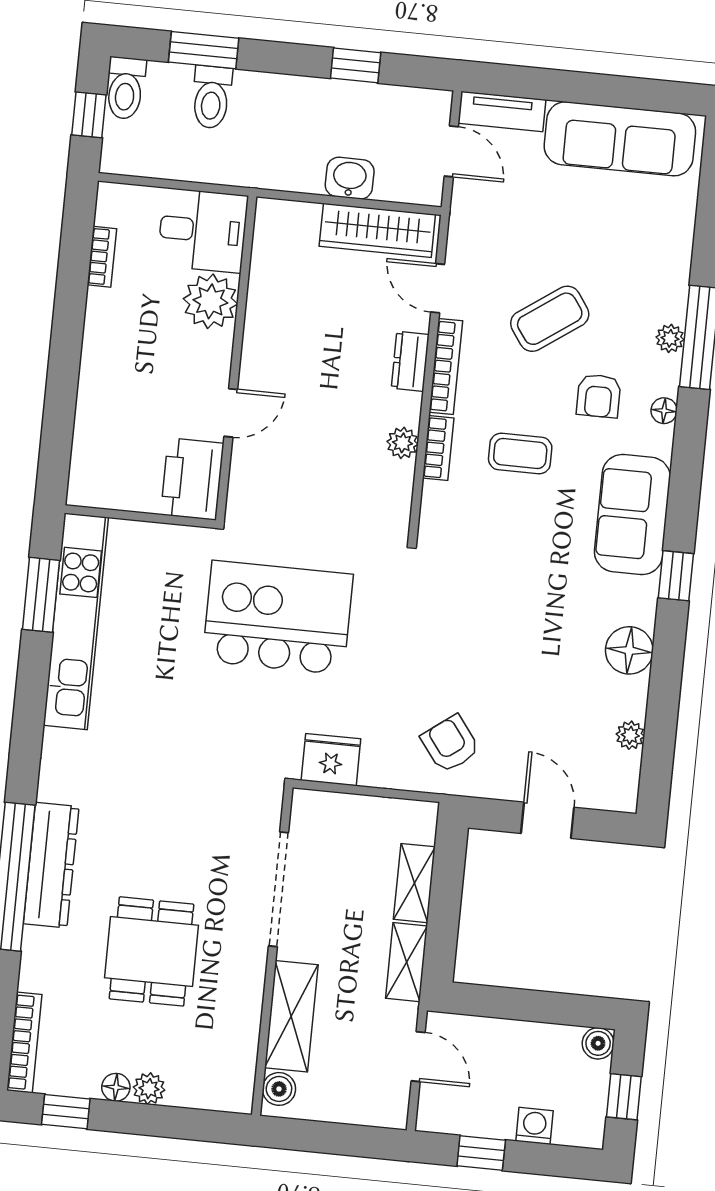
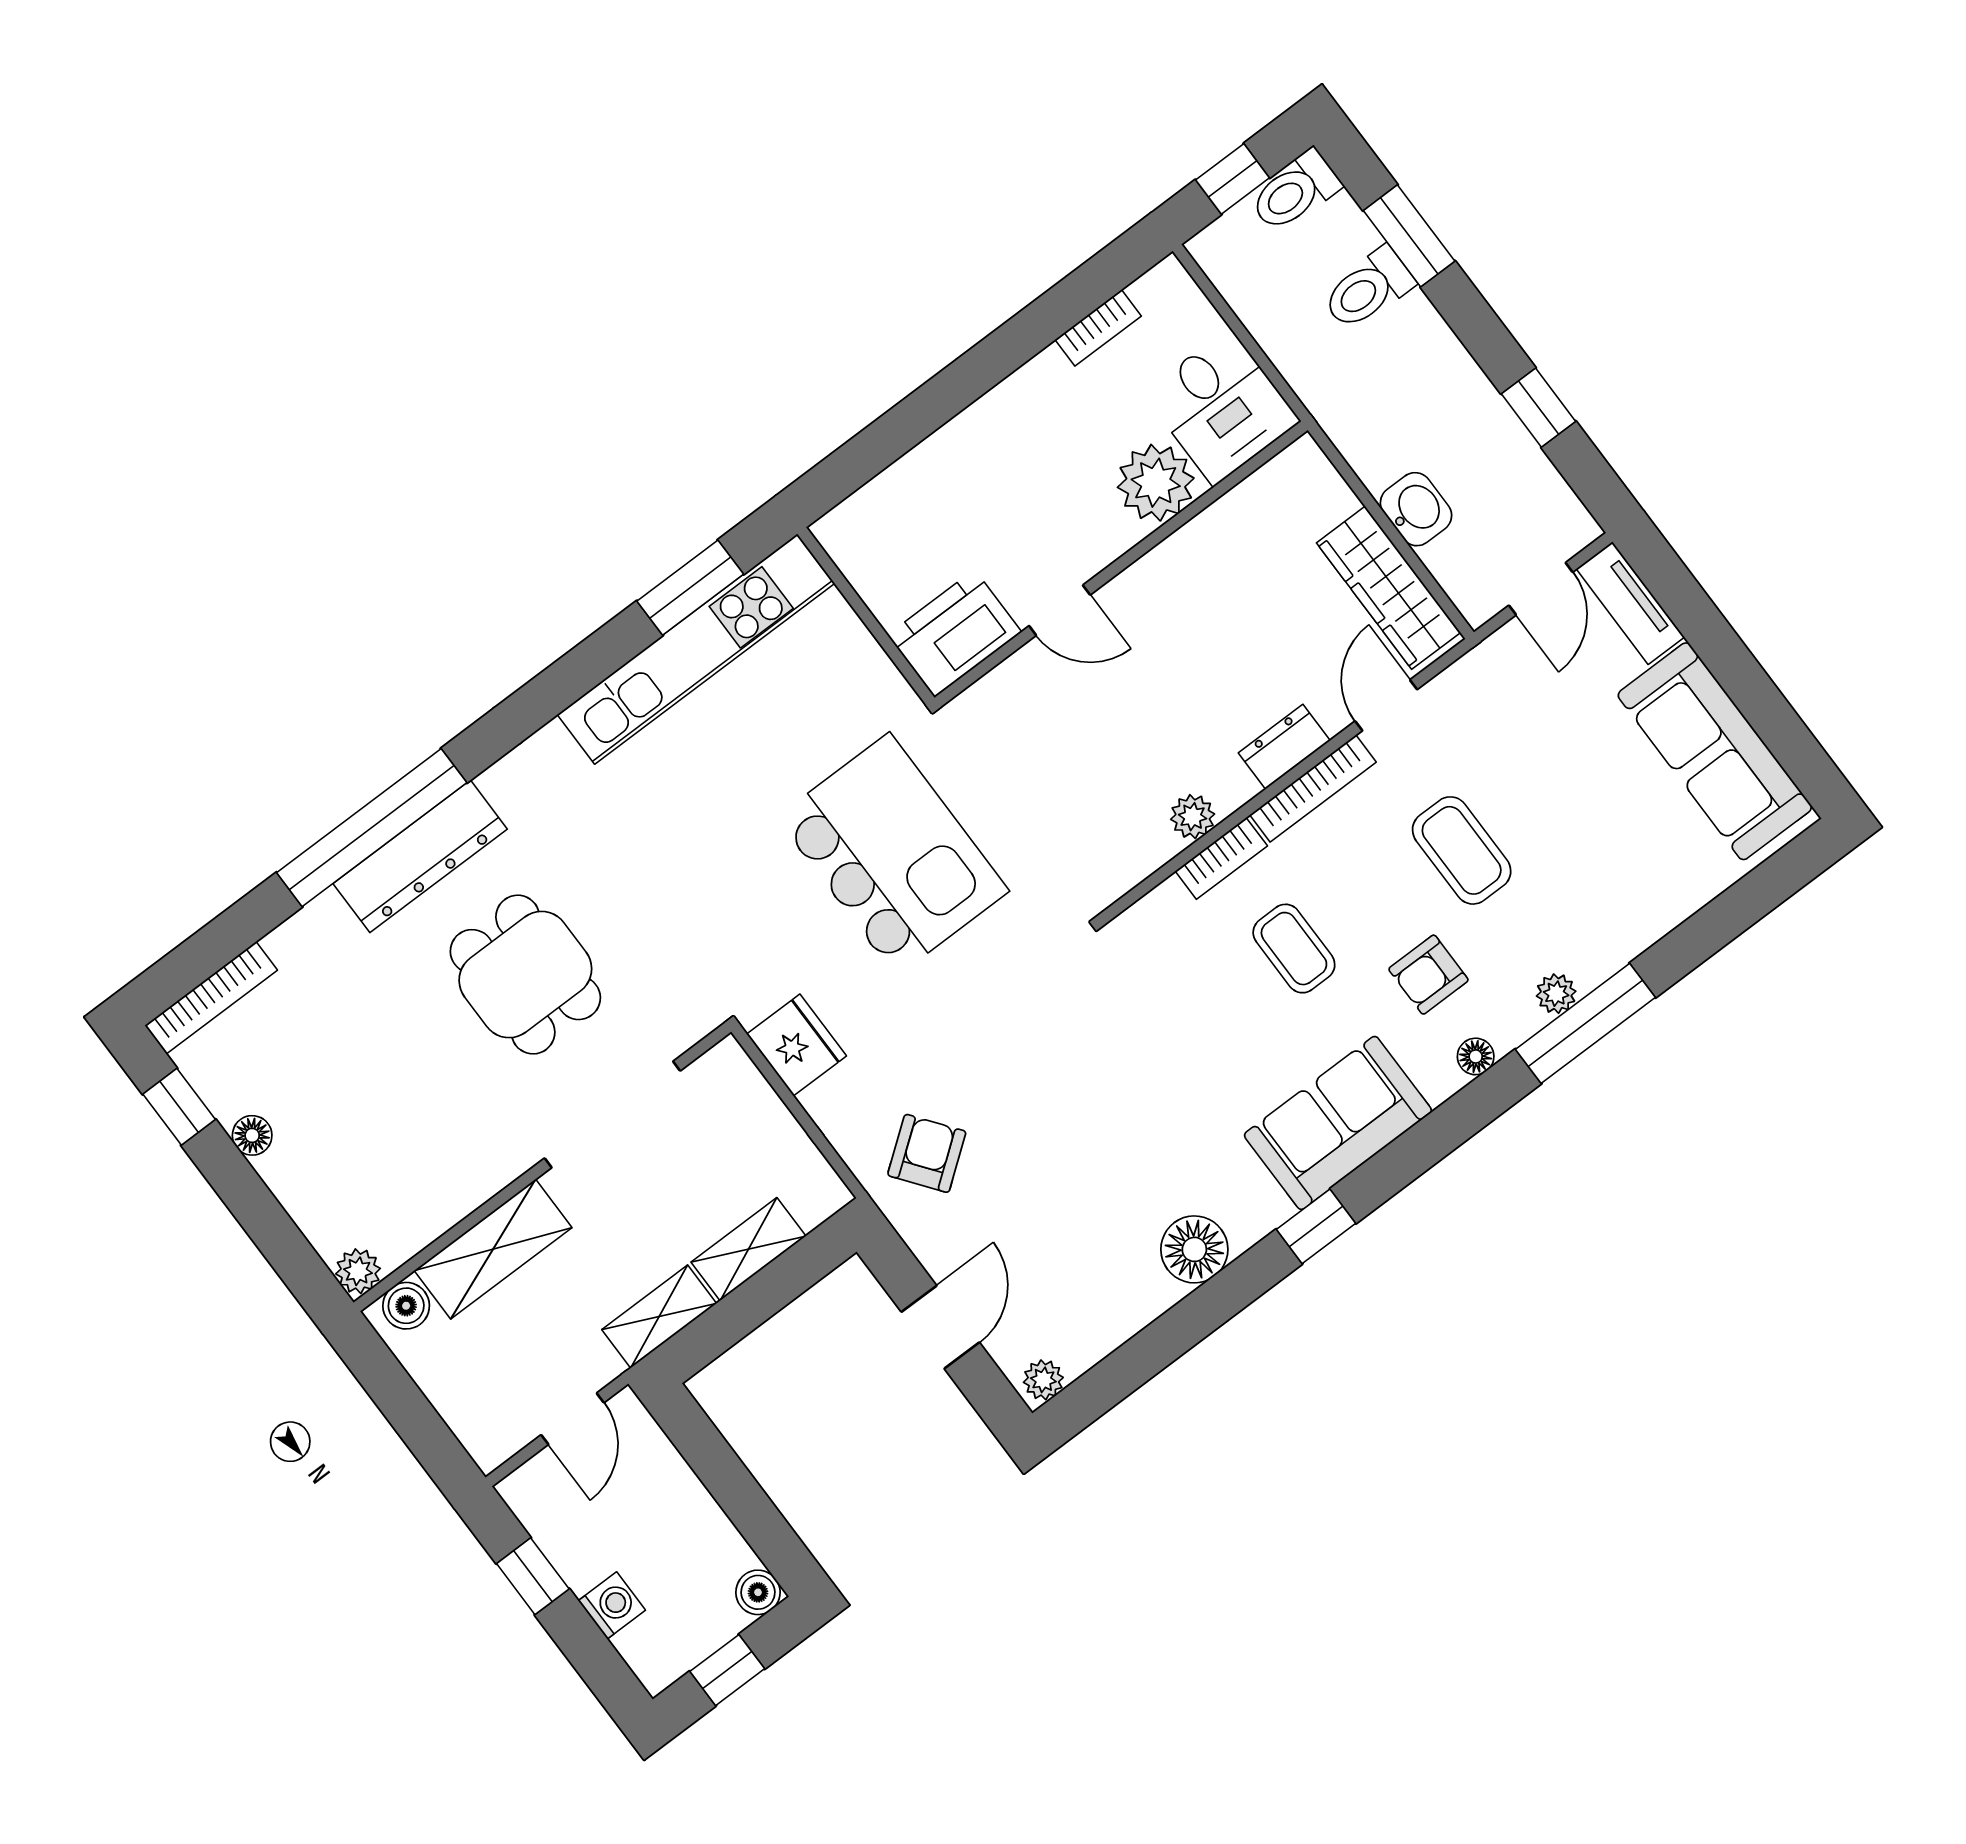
coffee table: (550, 319) -> (1462, 850), turned 35
plant: (630, 735) -> (1043, 1380), moved
dining table: (151, 951) -> (525, 975), moved, turned 90
plant: (149, 1089) -> (358, 1271), moved

